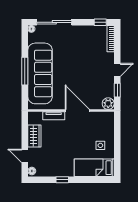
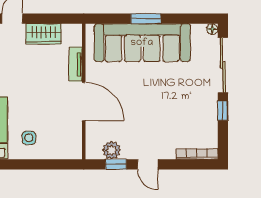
window: (100, 22) -> (223, 111), moved
window: (25, 71) -> (146, 19), width x0.69
plant: (108, 104) -> (112, 150), moved
door: (77, 110) -> (84, 102), hinge flipped

